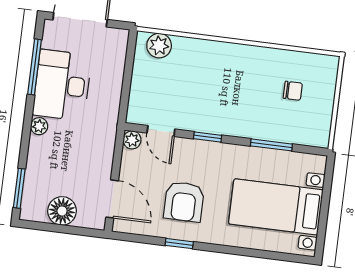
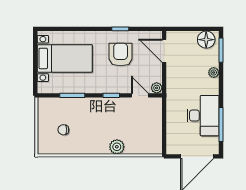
plant: (159, 46) -> (117, 147), moved
plant: (39, 126) -> (214, 73), moved
floor lamp: (62, 211) -> (206, 40), moved

